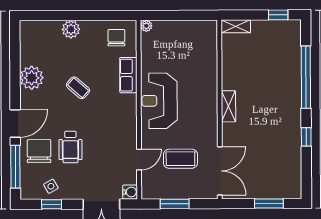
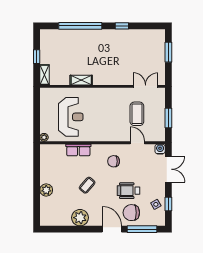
window: (278, 15) -> (37, 57), moved
chair: (116, 38) -> (114, 161), moved
reception desk: (160, 101) -> (71, 117), moved, turned -90
shelving: (228, 106) -> (81, 80), moved
wheelchair: (70, 147) -> (128, 191), turned 180
double door: (220, 171) -> (146, 86), width x0.73

